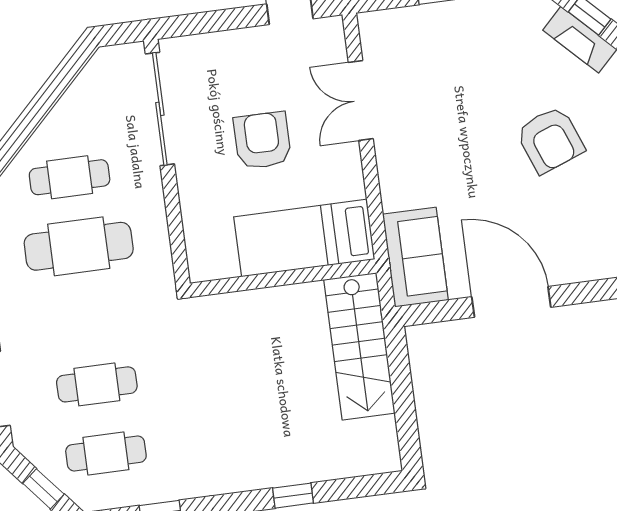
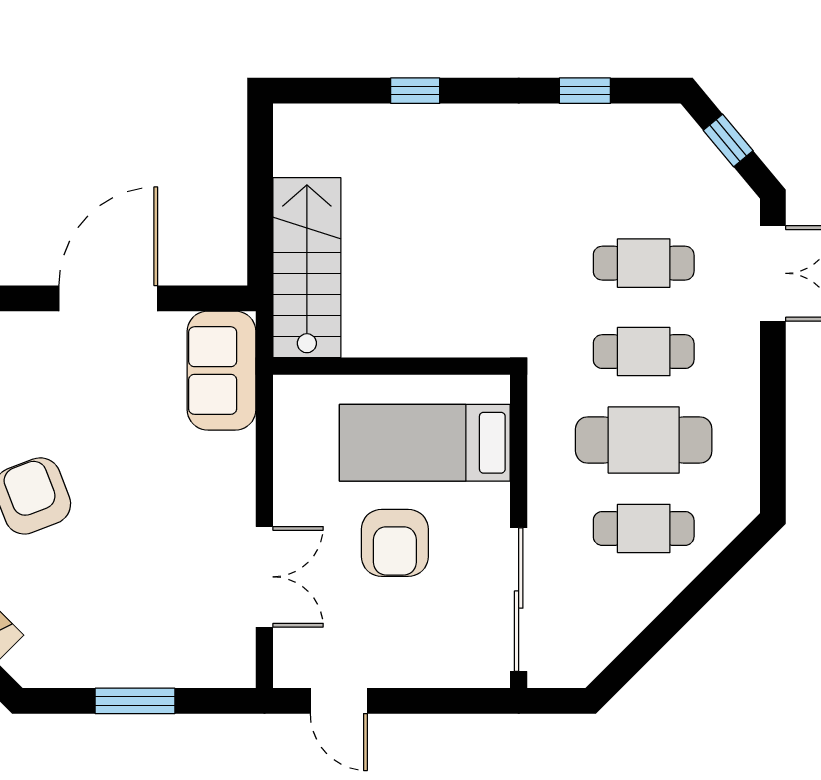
bed: (304, 238) -> (425, 443), moved, turned 180
door: (511, 302) -> (108, 298), swing flipped
cafe table: (106, 454) -> (644, 352), moved

